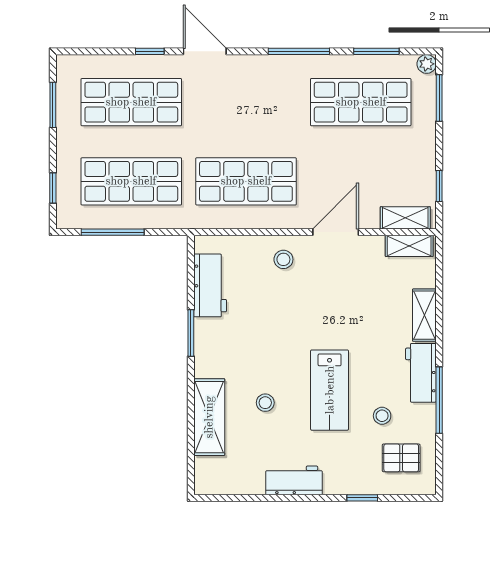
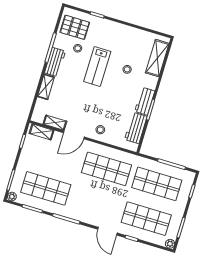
plant: (66, 64) -> (170, 244), added
shelving: (409, 246) -> (55, 123), moved
lab bench: (330, 390) -> (97, 66), turned 180
shelving: (209, 417) -> (157, 58), moved
pallet: (401, 458) -> (75, 27), width x1.50, depth x1.42
workbench: (294, 480) -> (145, 101), moved, turned 90

